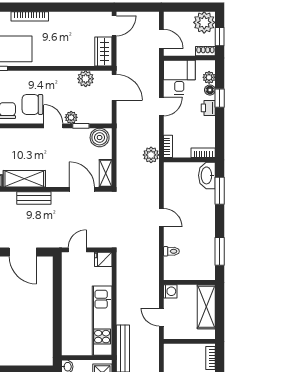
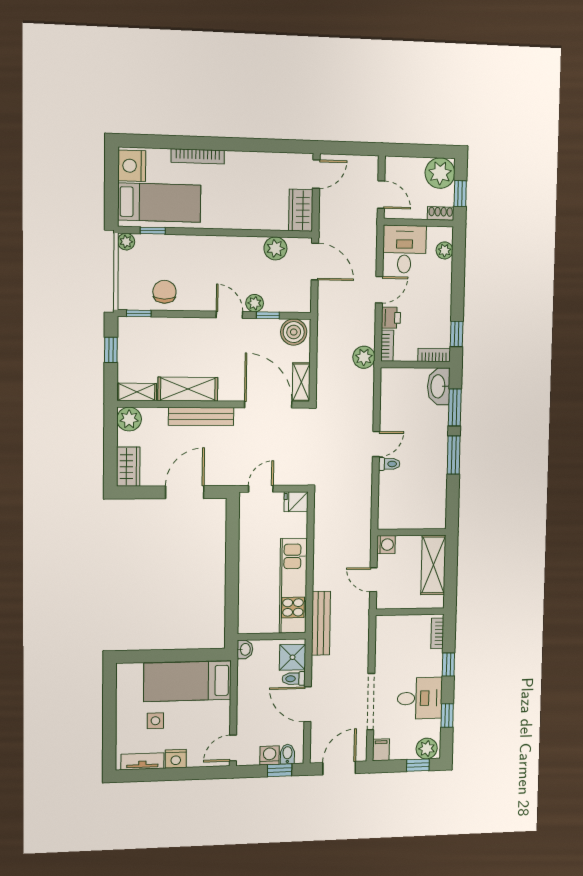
floor lamp: (210, 90) -> (445, 268), removed
window: (220, 98) -> (457, 334), moved
chair: (32, 104) -> (200, 284), removed
printer: (208, 108) -> (391, 318), moved, turned 180
door: (82, 189) -> (268, 405), width x1.36
bench: (34, 198) -> (201, 416), width x1.36
door: (161, 218) -> (376, 444), hinge flipped
toilet: (171, 251) -> (389, 464), moved
window: (220, 251) -> (454, 455), moved
door: (23, 252) -> (185, 492), swing flipped

